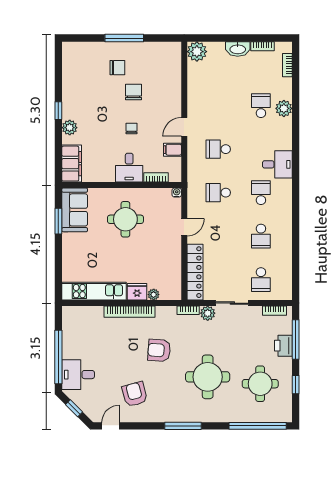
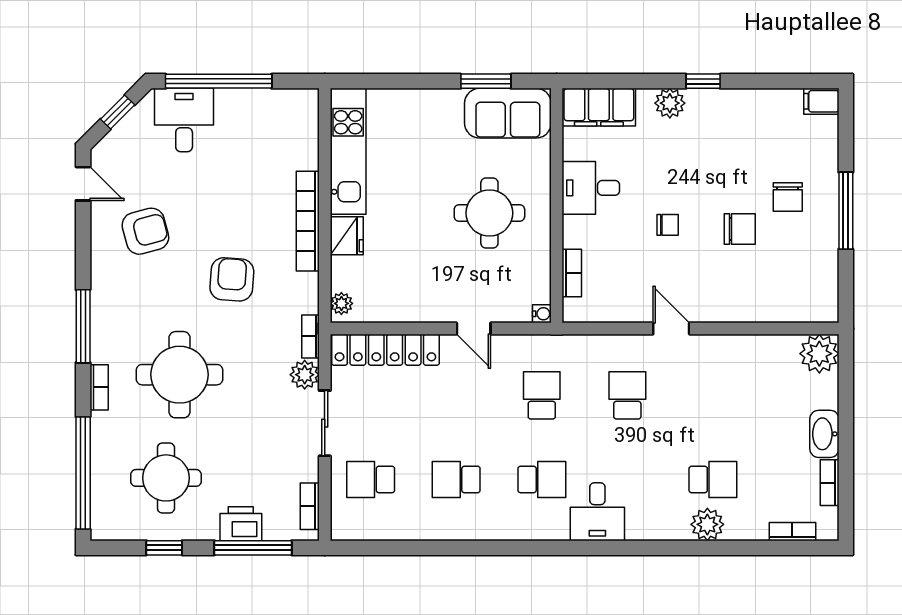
filing cabinet: (172, 150) -> (821, 101), moved, turned -90
desk: (129, 168) -> (591, 188), moved
plant: (154, 295) -> (341, 303), moved
bookcase: (214, 418) -> (99, 387), added

